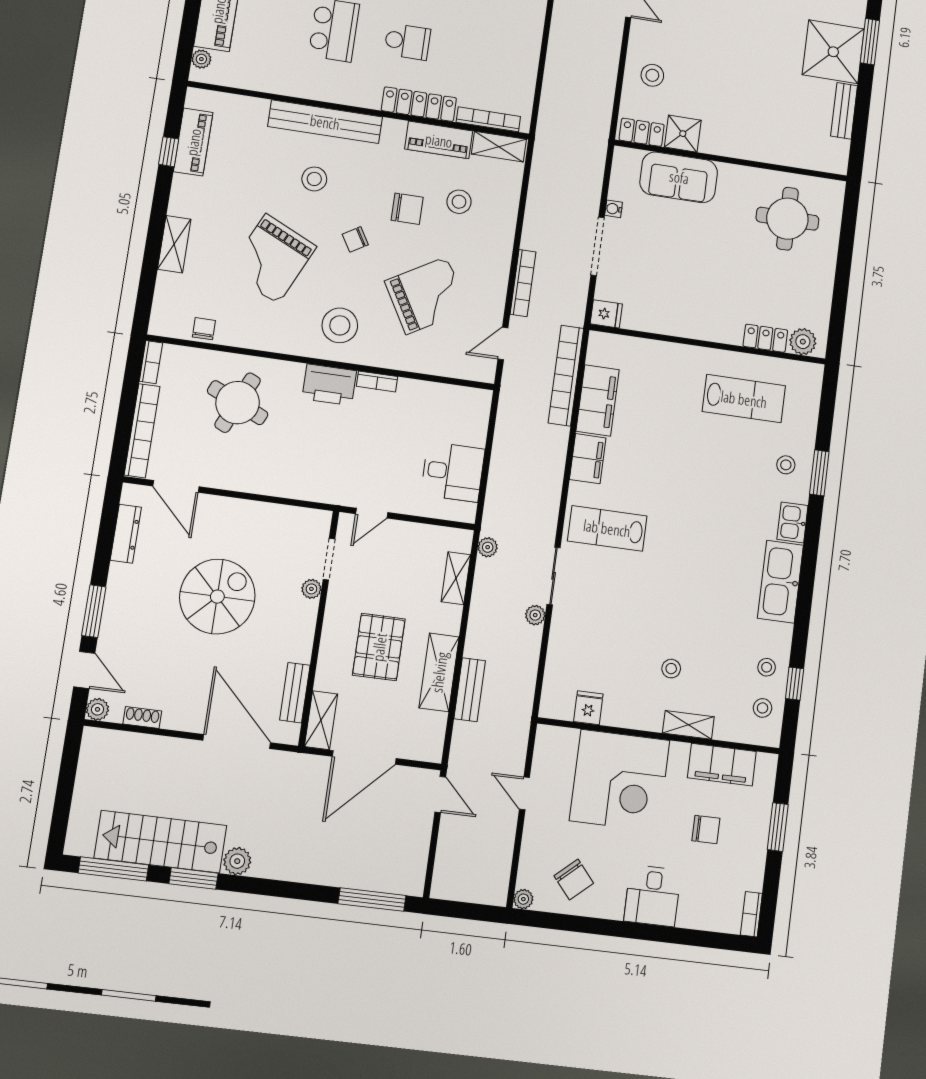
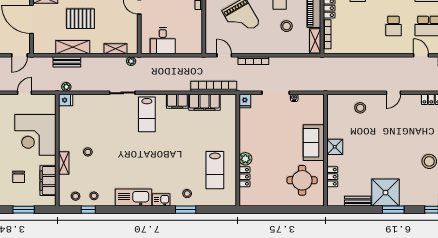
locker: (642, 132) -> (332, 177), moved
shower: (683, 134) -> (335, 147), moved
sofa: (679, 177) -> (314, 143), moved
plant: (803, 342) -> (245, 159), moved
lab bench: (607, 528) -> (147, 114), turned 180
plant: (535, 615) -> (66, 87), moved
fridge: (588, 708) -> (66, 100), moved

